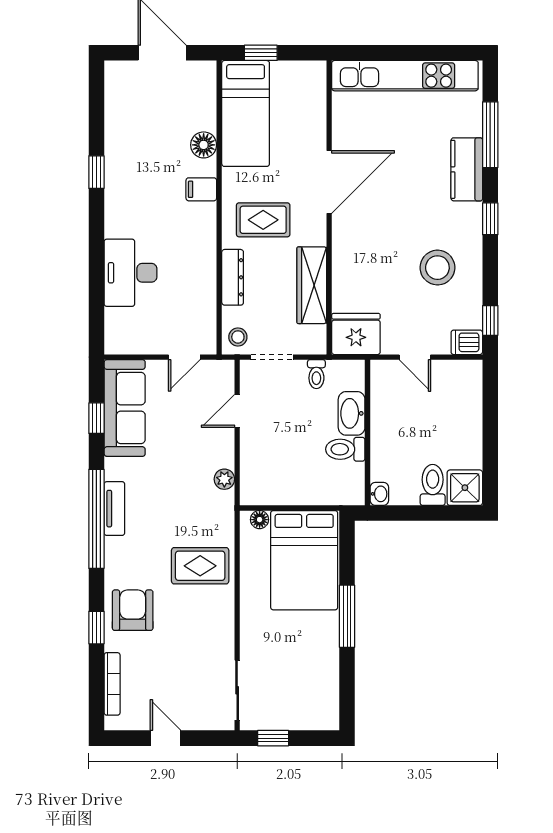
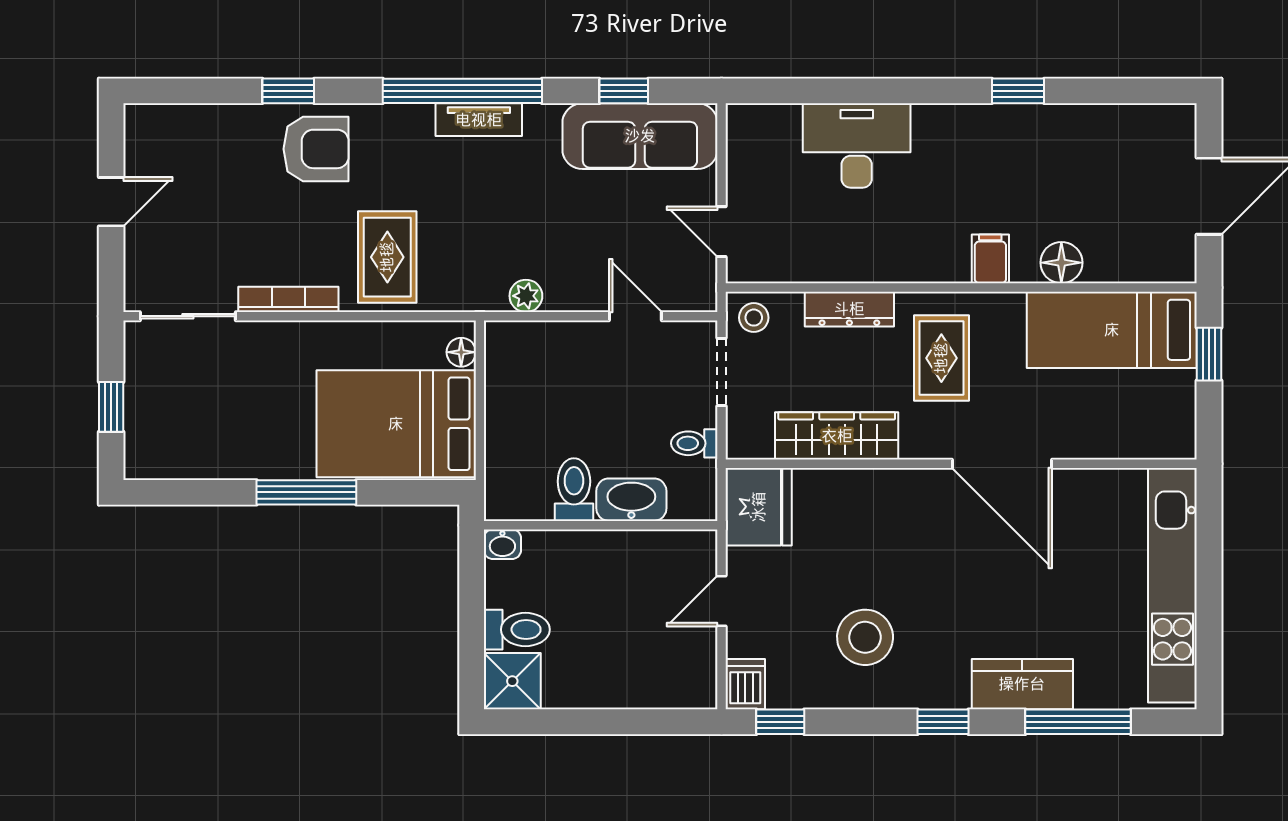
bookcase: (112, 684) -> (288, 299), moved, turned 180
window: (273, 738) -> (111, 407), moved

